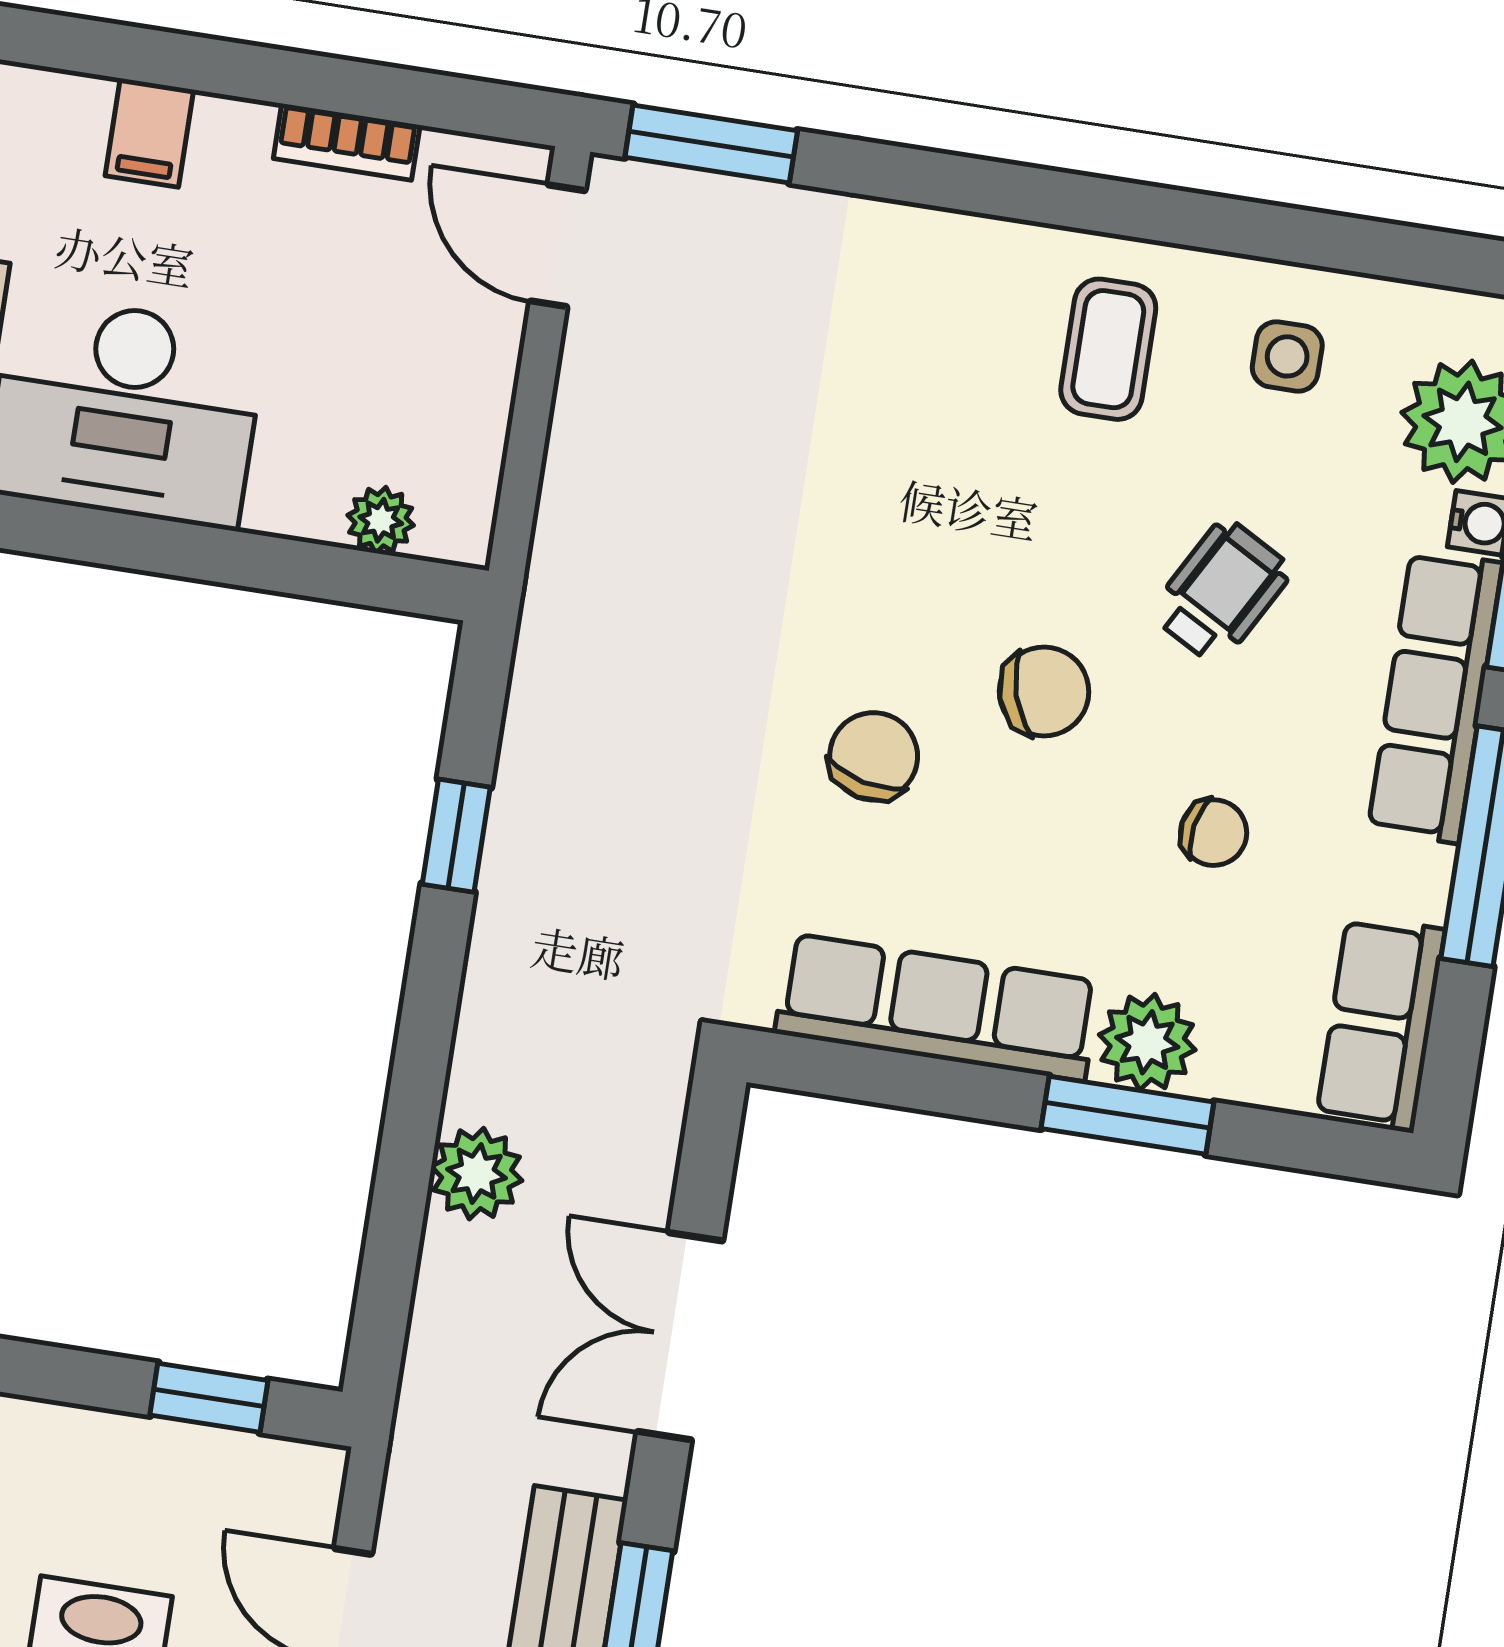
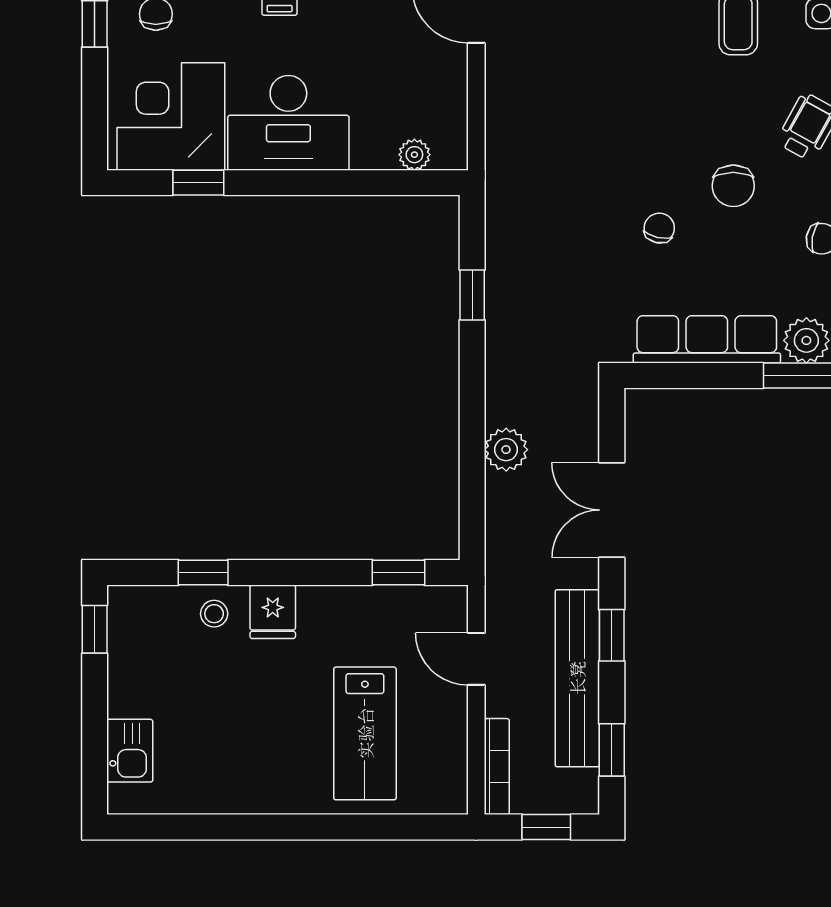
chair: (1044, 692) -> (733, 186), turned 107
chair: (874, 756) -> (659, 228), width x0.73, depth x0.73

